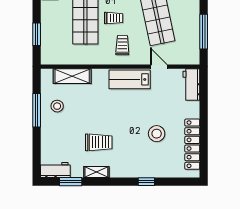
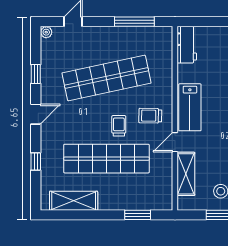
door: (159, 67) -> (175, 142), moved
workbench: (191, 84) -> (187, 45), moved, turned -90

